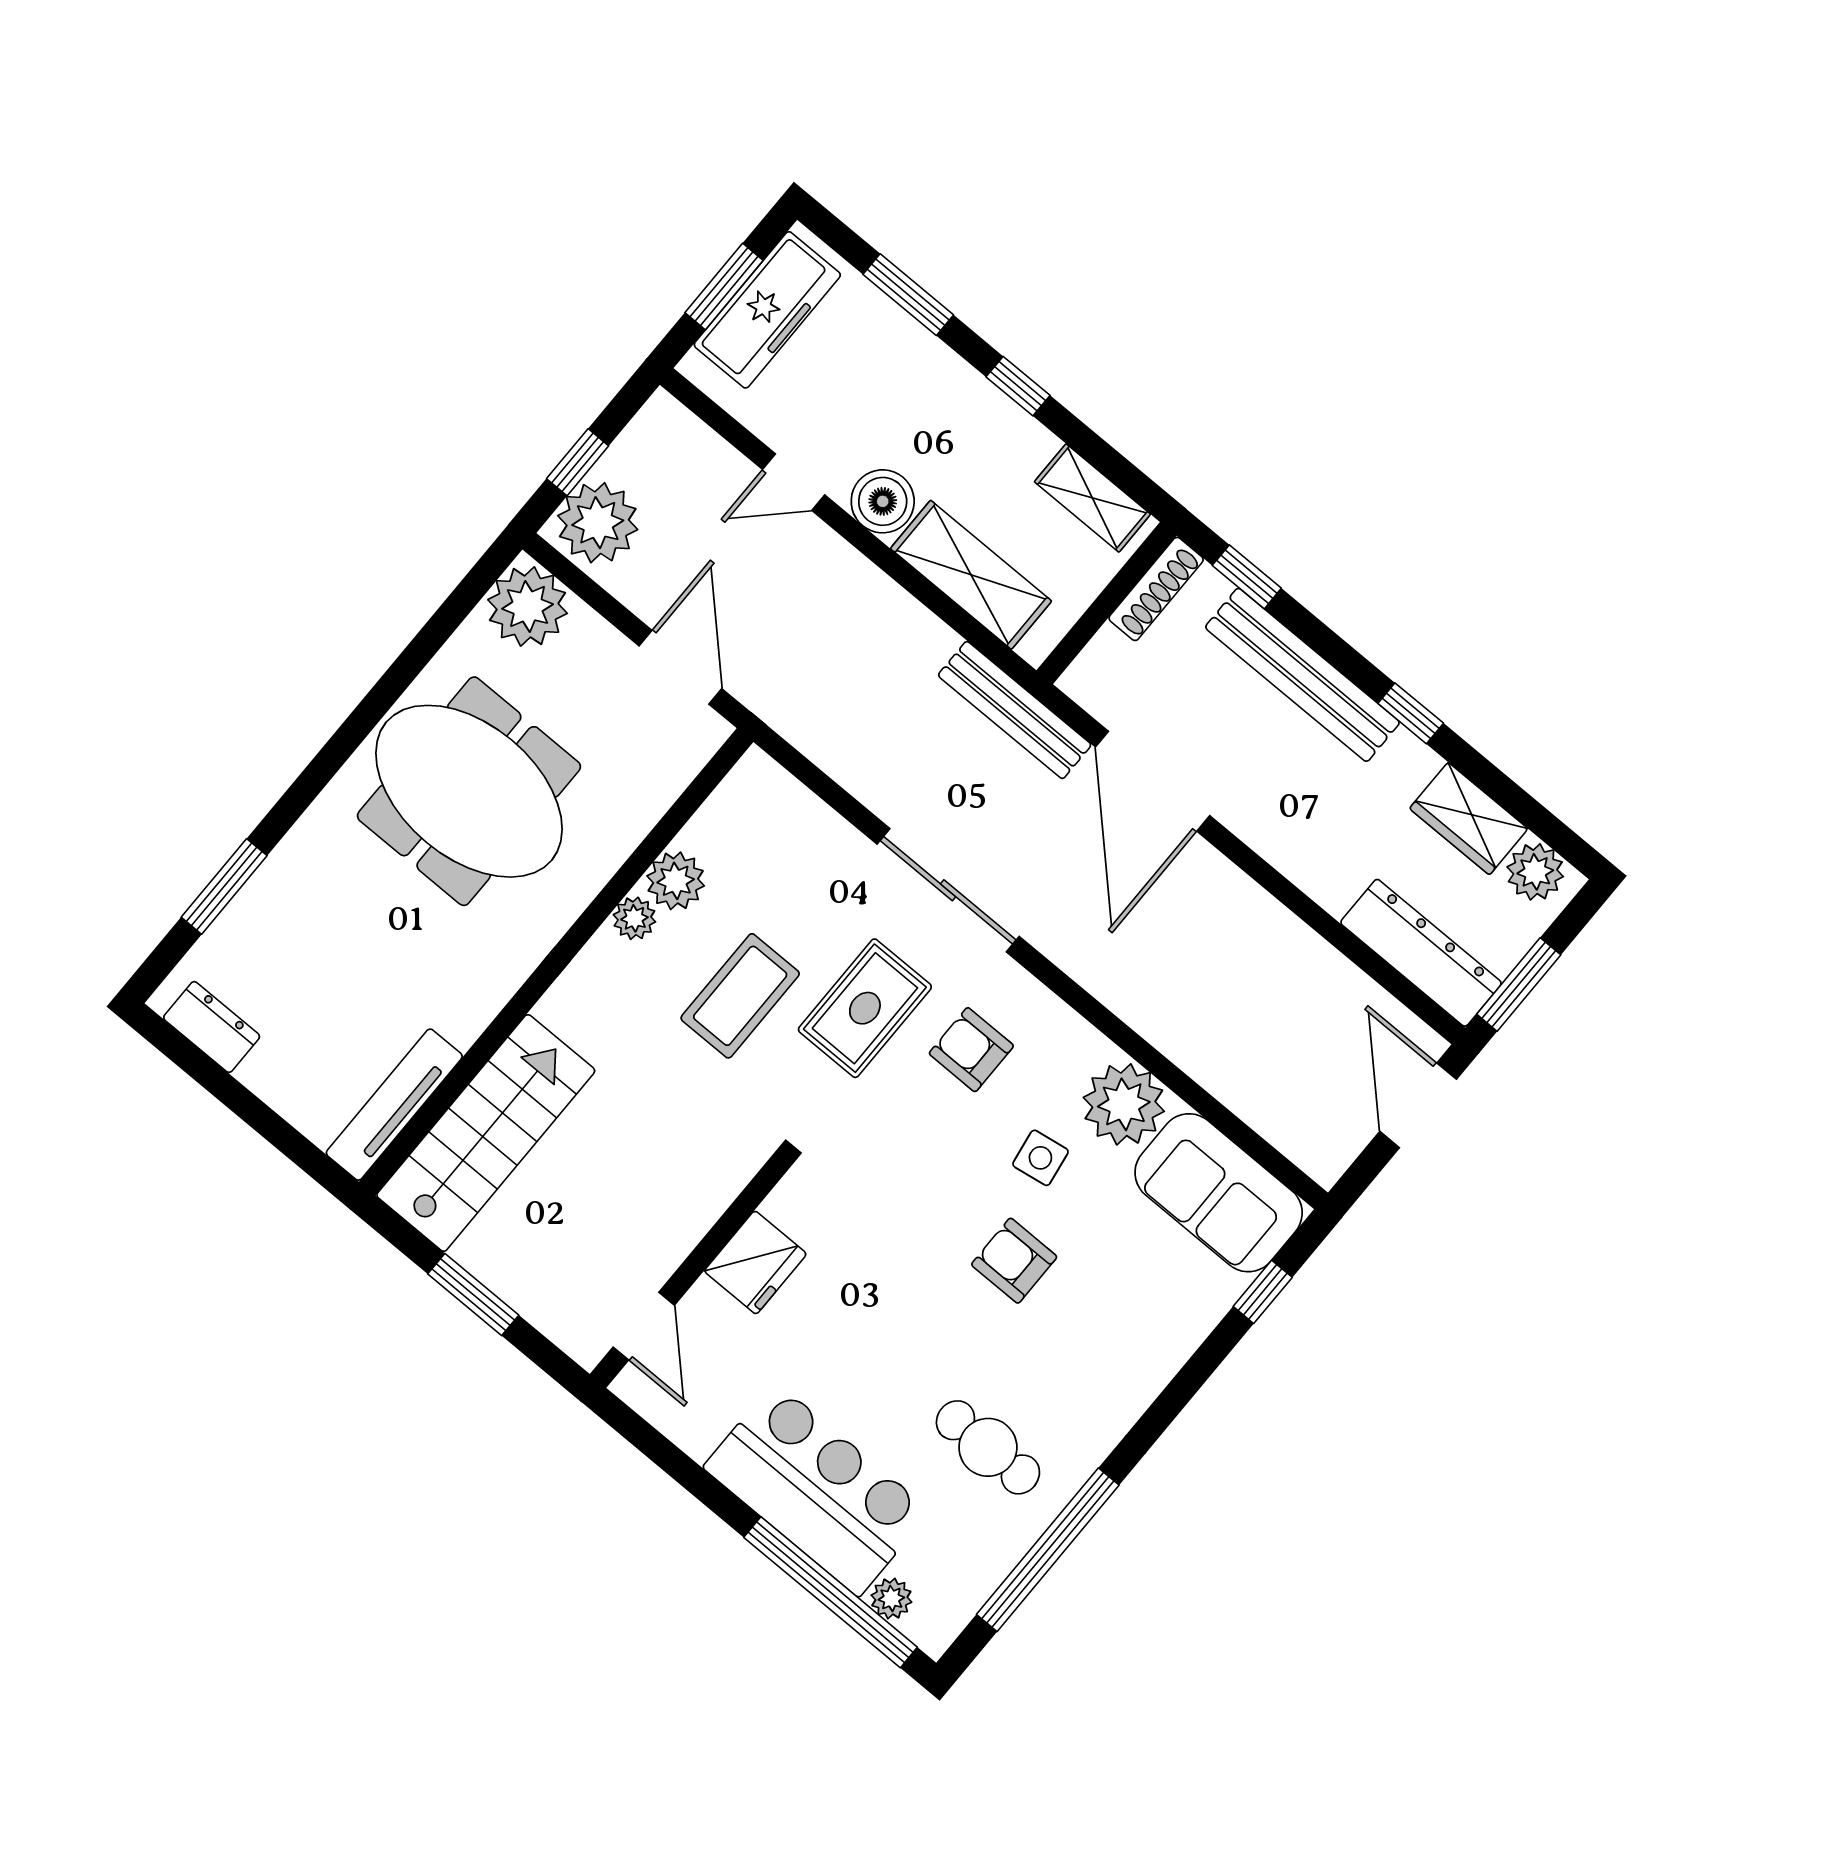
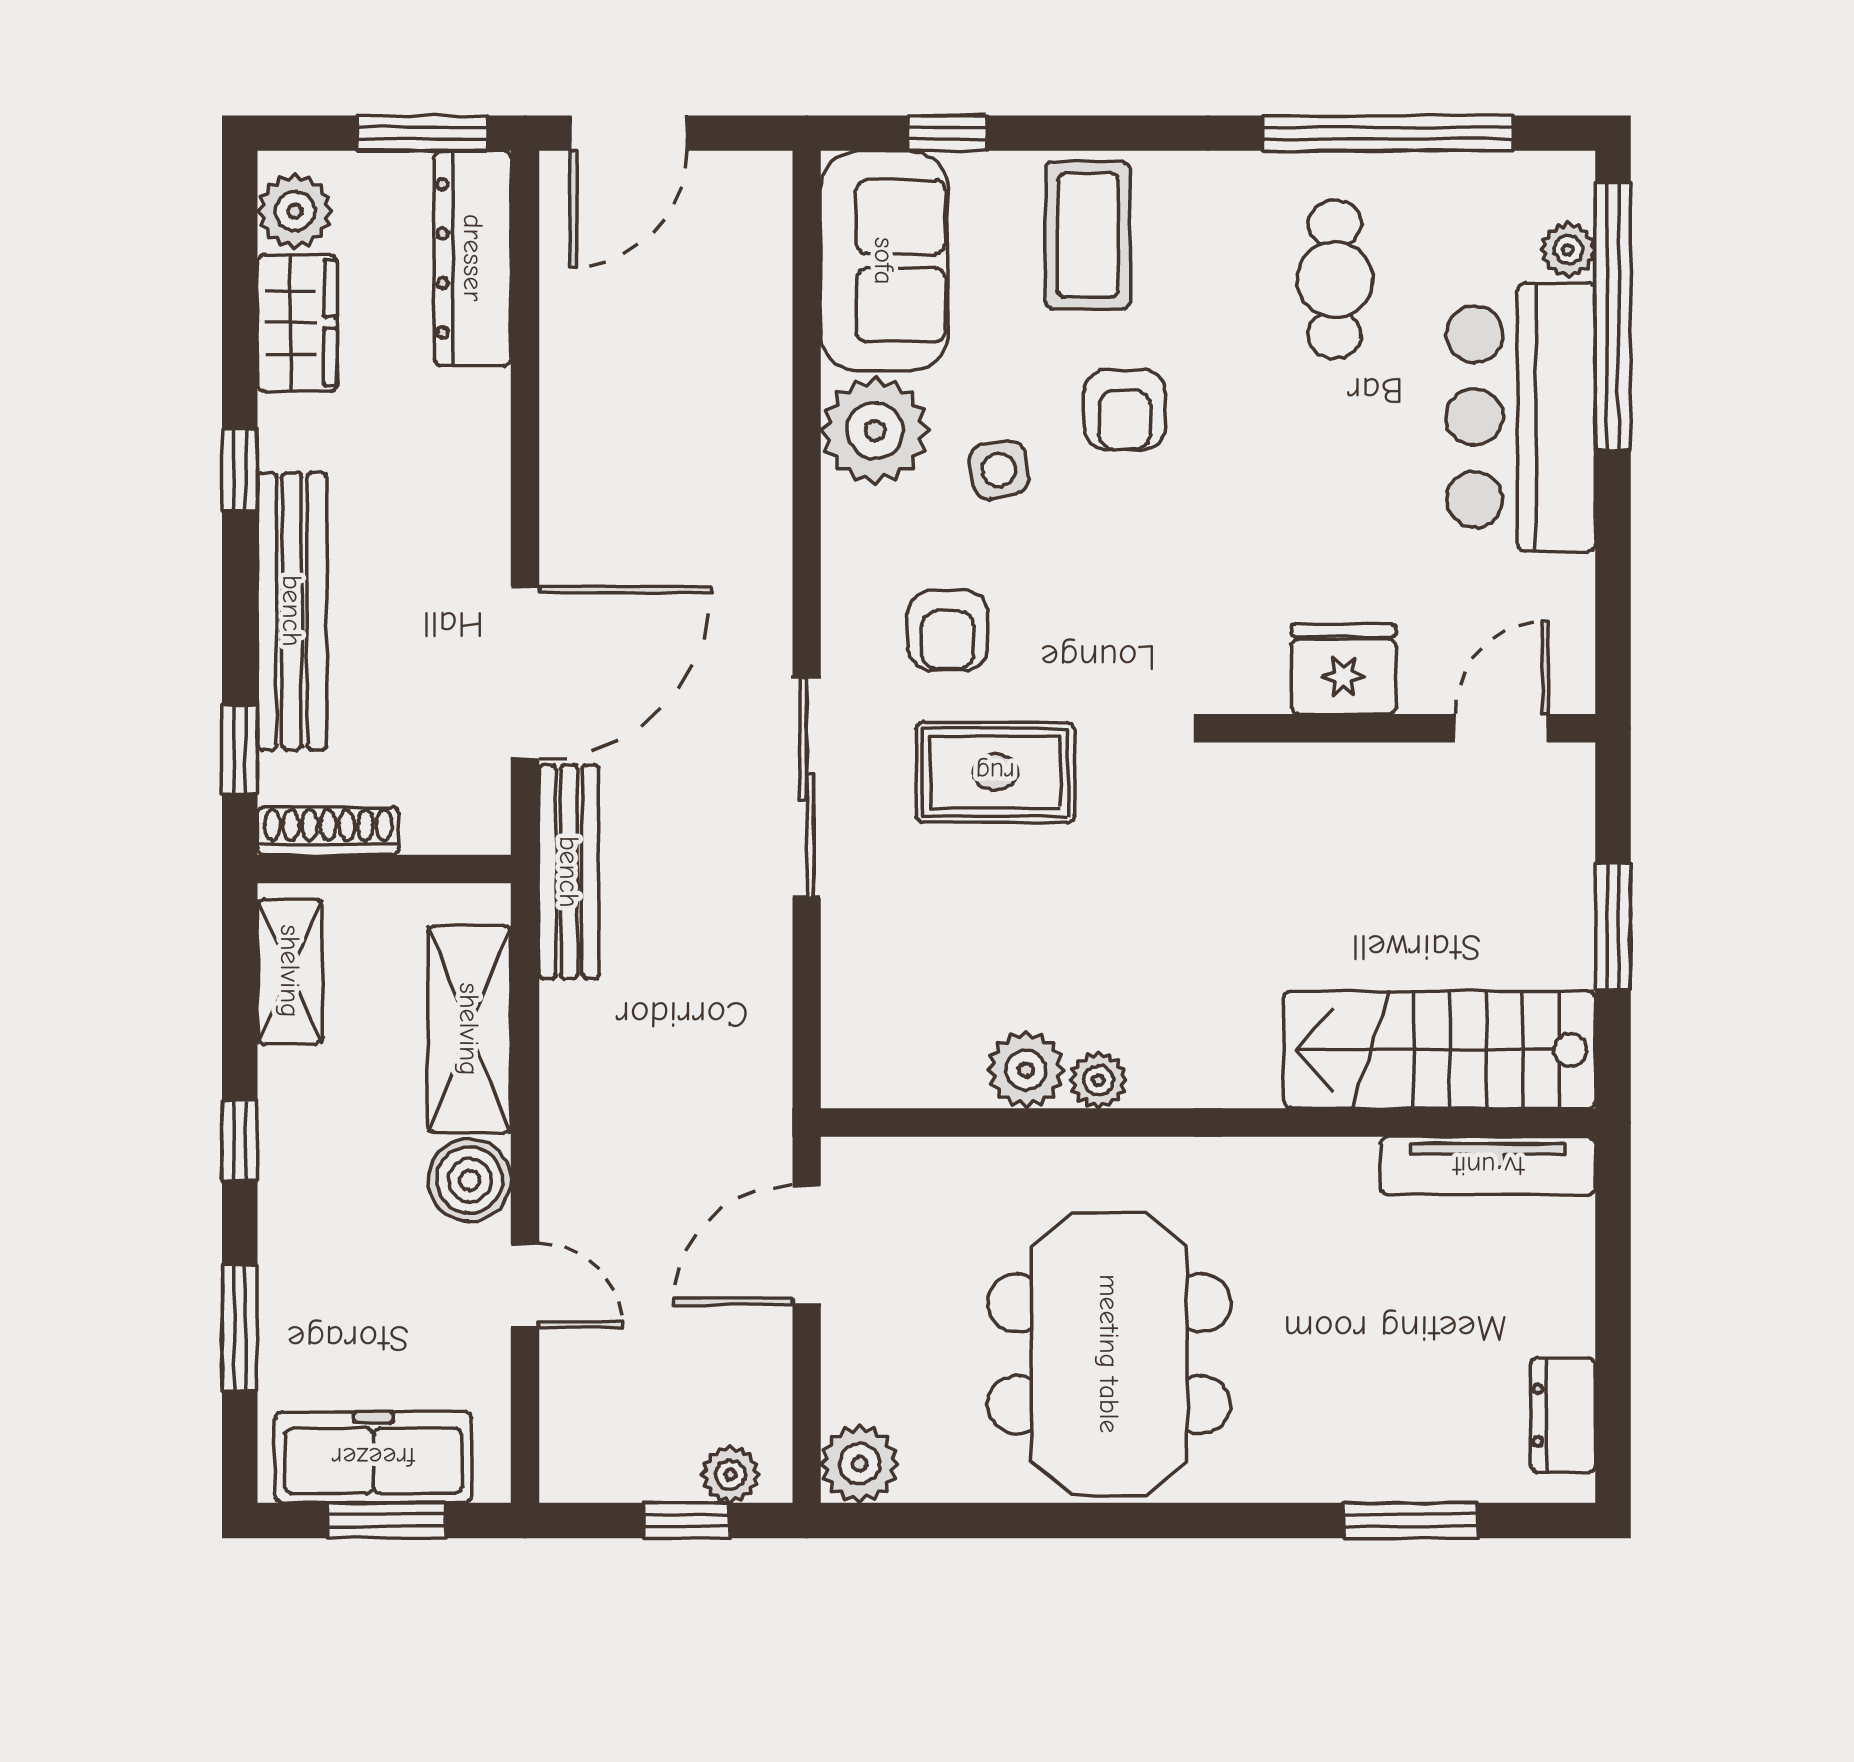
plant: (598, 523) -> (730, 1474), width x0.53, depth x0.53
plant: (528, 606) -> (860, 1464), width x0.73, depth x0.73
coffee table: (740, 996) -> (1088, 235), moved, turned 90

